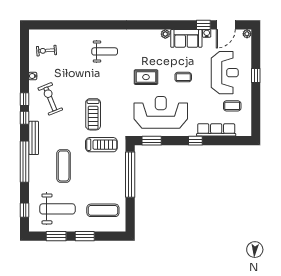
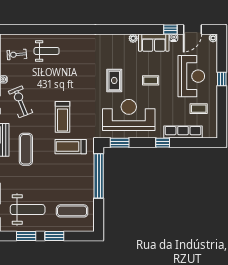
weight bench: (105, 51) -> (47, 51), moved
rug: (146, 77) -> (114, 80), turned 90
treadmill: (101, 145) -> (71, 147), turned 180
exercise mat: (64, 166) -> (26, 149), moved

